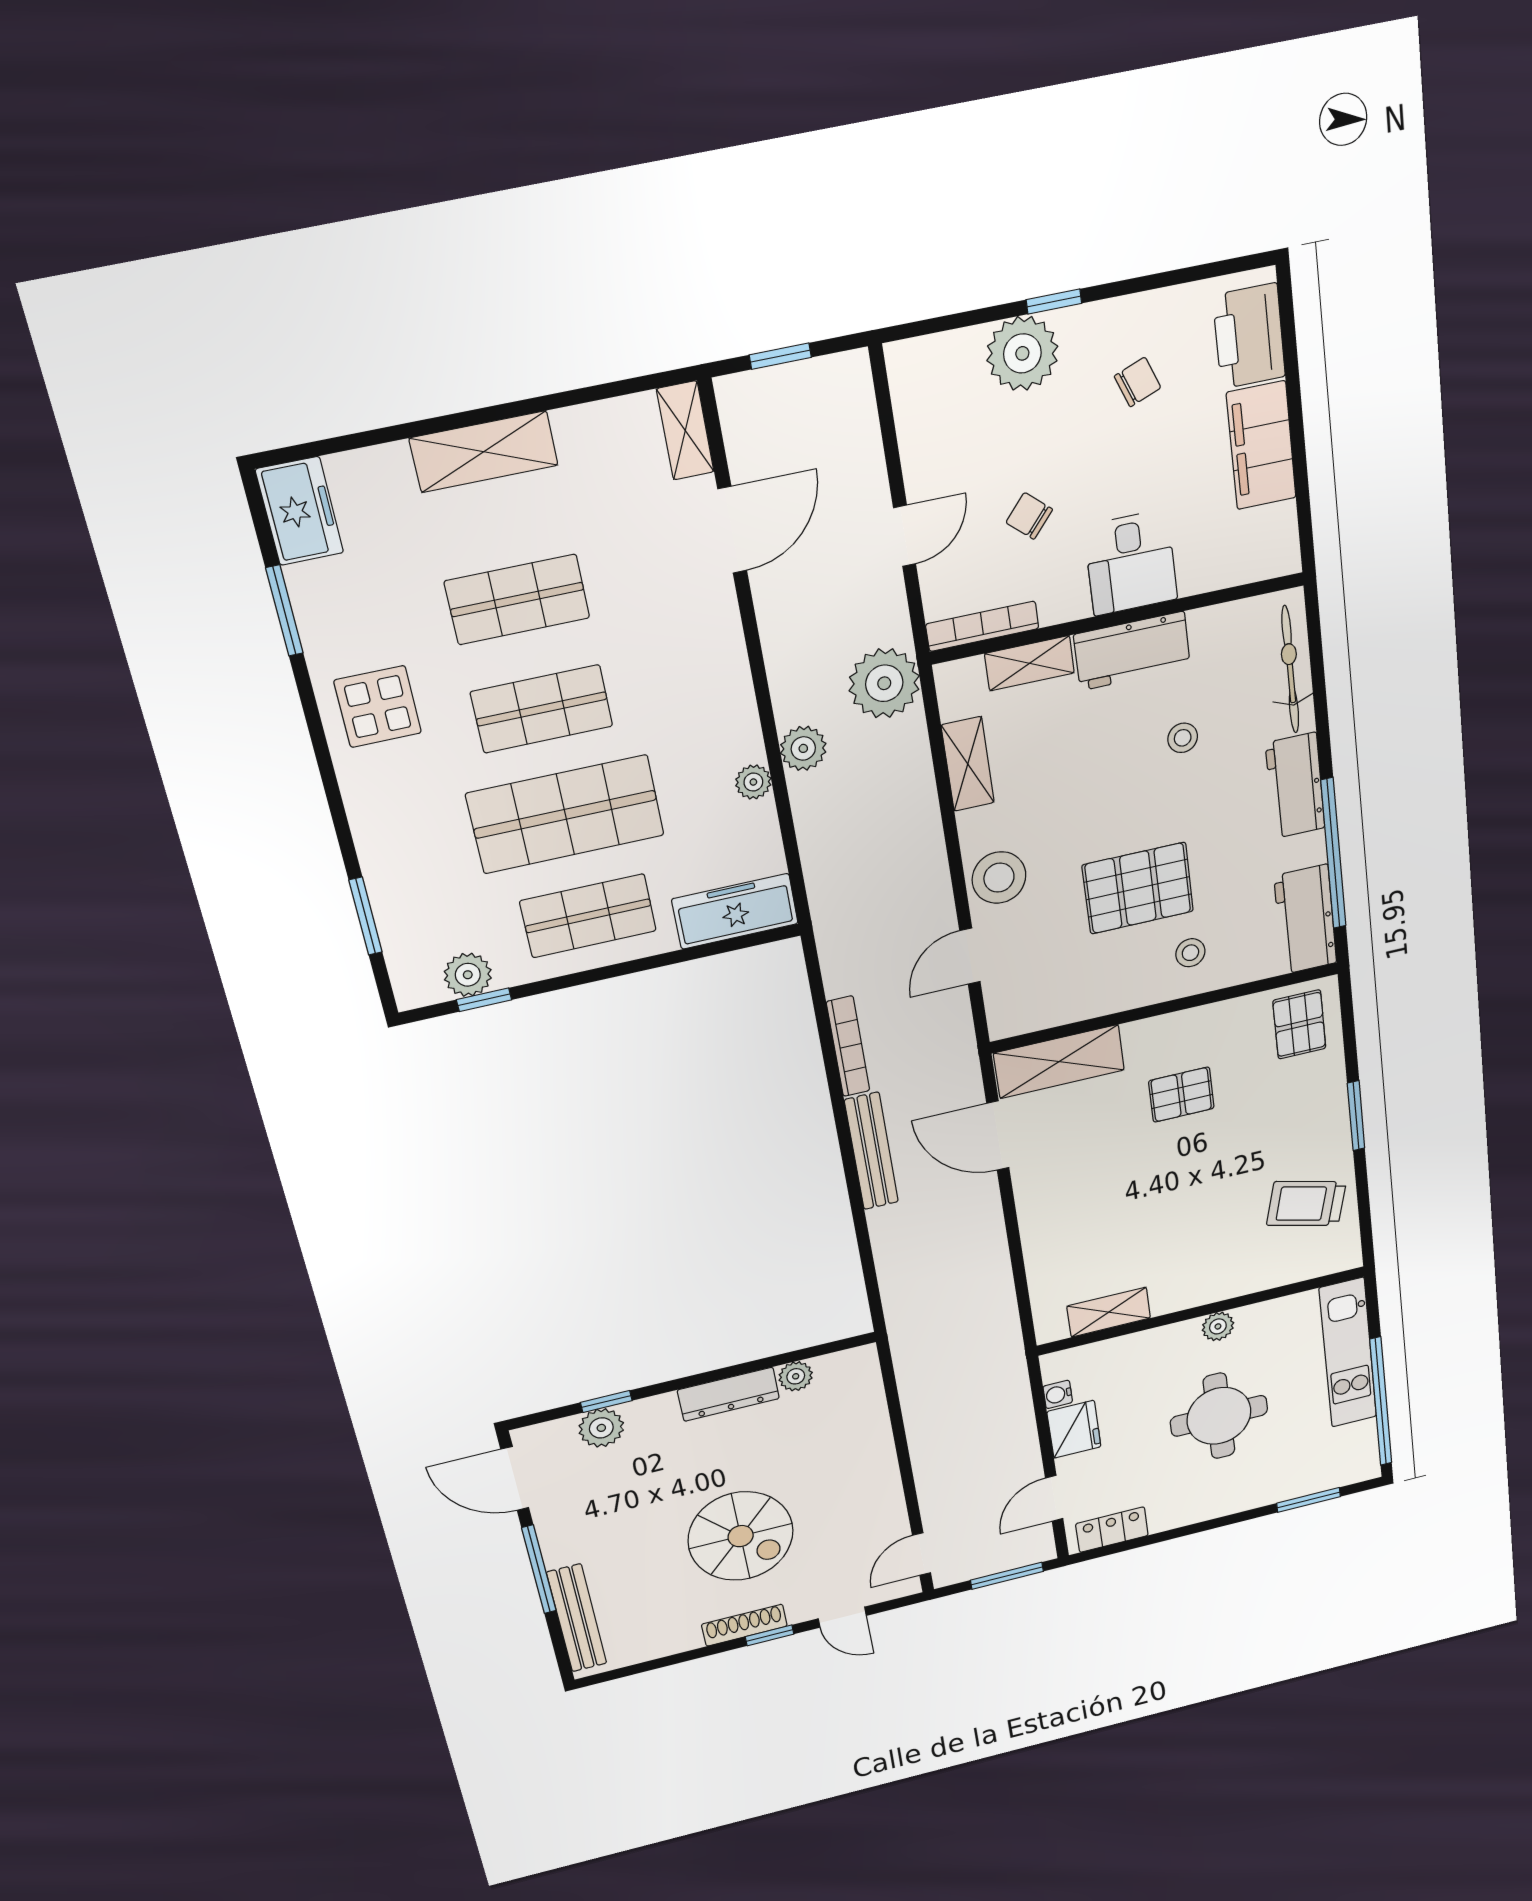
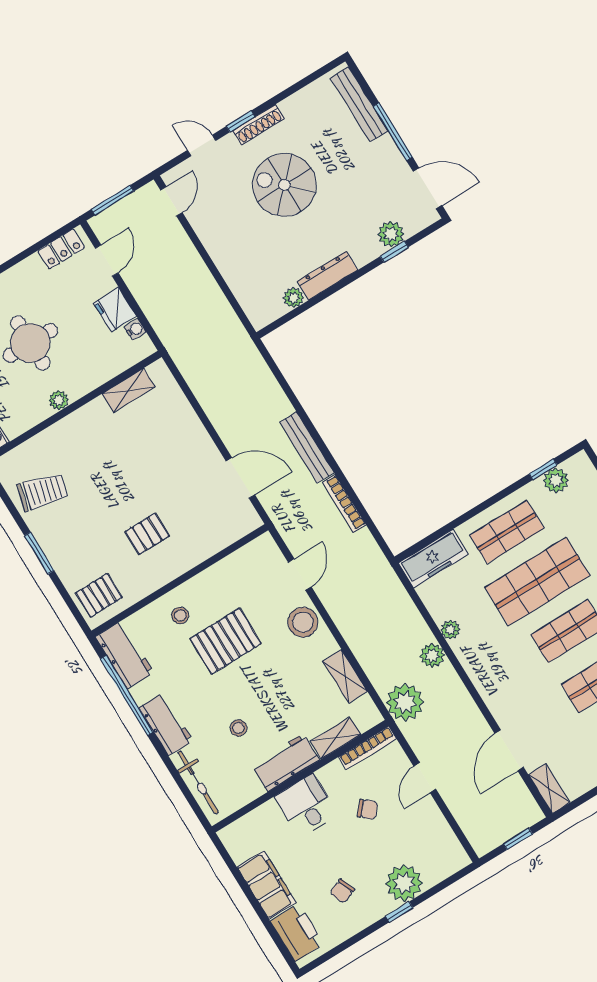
pallet: (1299, 1024) -> (99, 595), turned 90
shelving: (1059, 1062) -> (225, 531), removed

